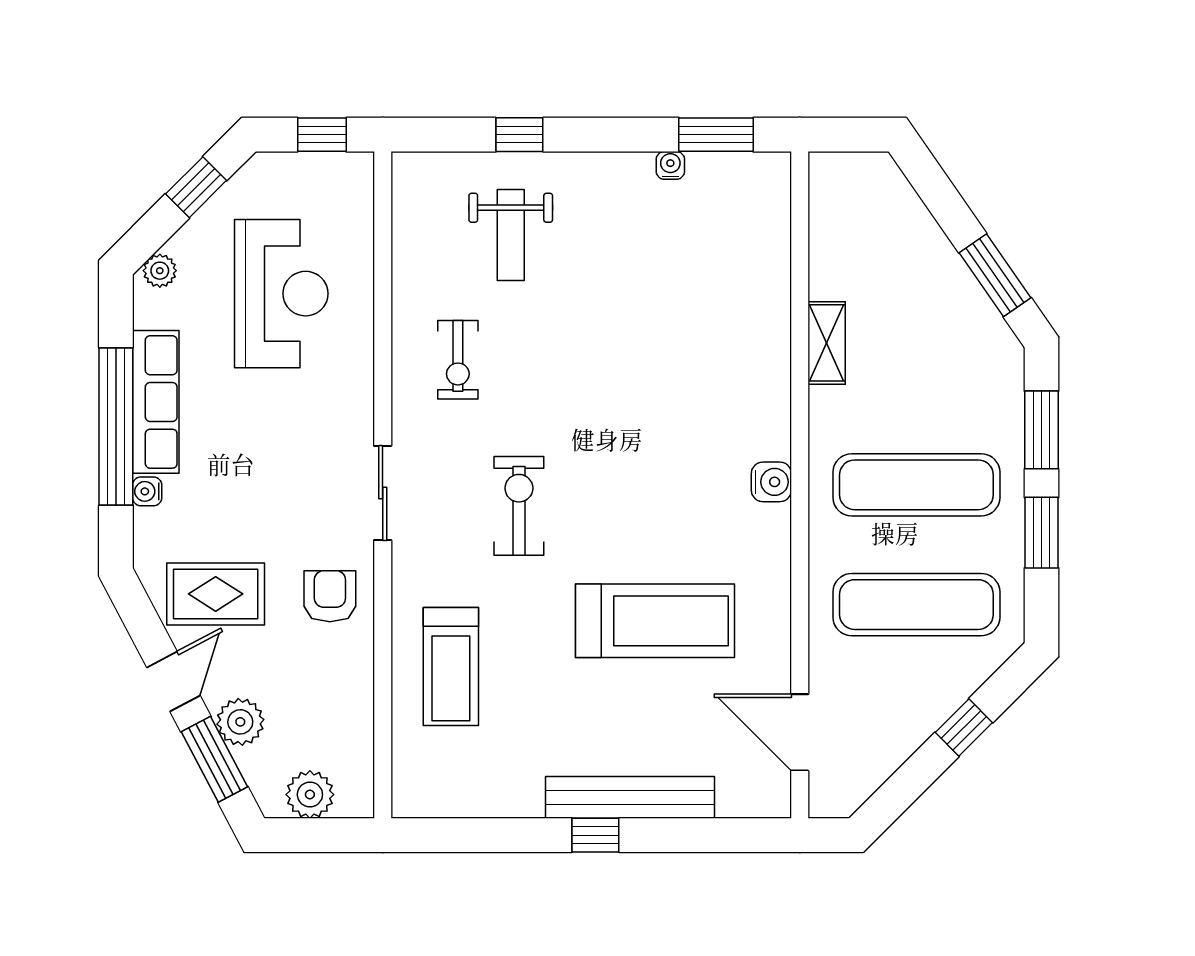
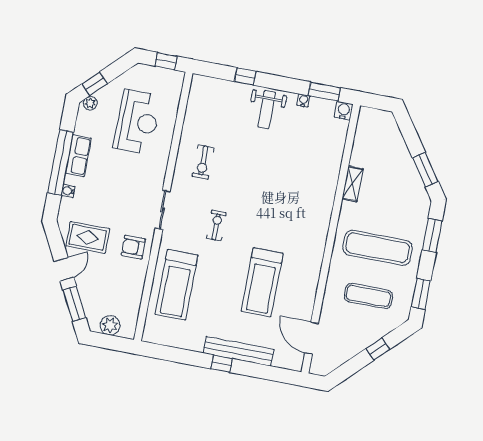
window: (196, 187) -> (95, 84), moved
weight bench: (511, 235) -> (267, 110), moved
row of seats: (156, 402) -> (78, 156), width x0.68
water cooler: (771, 482) -> (344, 111), moved, turned -90
exercise bike: (519, 506) -> (216, 226), width x0.73, depth x0.72
window: (1042, 533) -> (421, 294), moved
armchair: (330, 596) -> (133, 247), turned -90
exercise mat: (916, 605) -> (368, 296), width x0.73, depth x0.69
treadmill: (655, 621) -> (262, 282), turned 90
treadmill: (451, 667) -> (177, 285), width x1.37, depth x1.38
plant: (240, 722) -> (88, 291), removed

